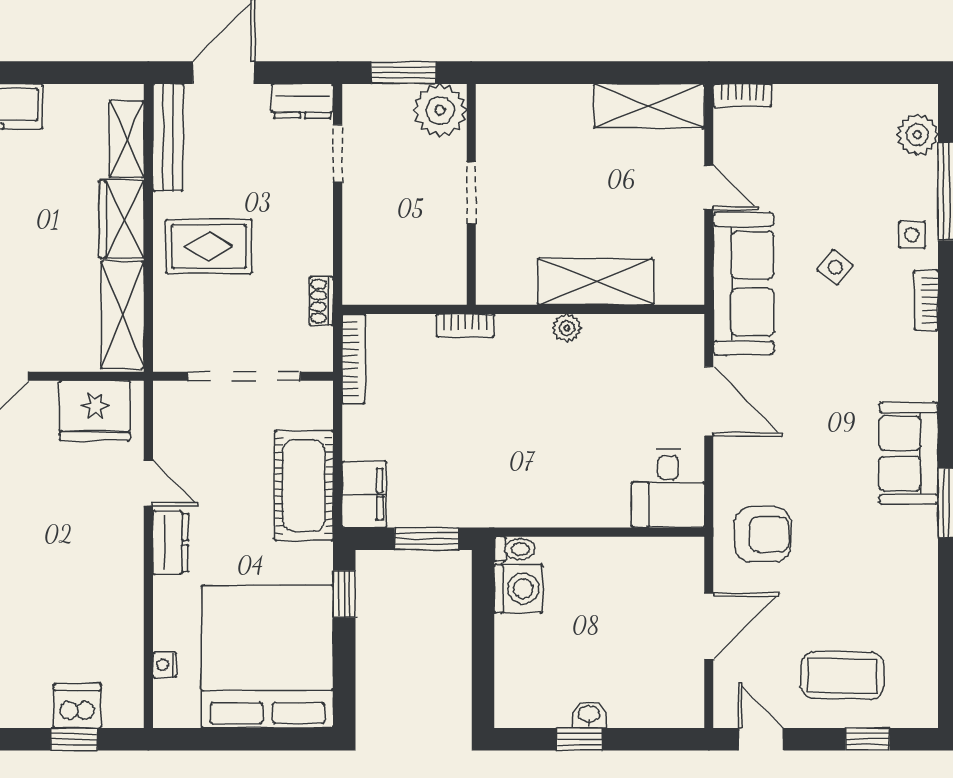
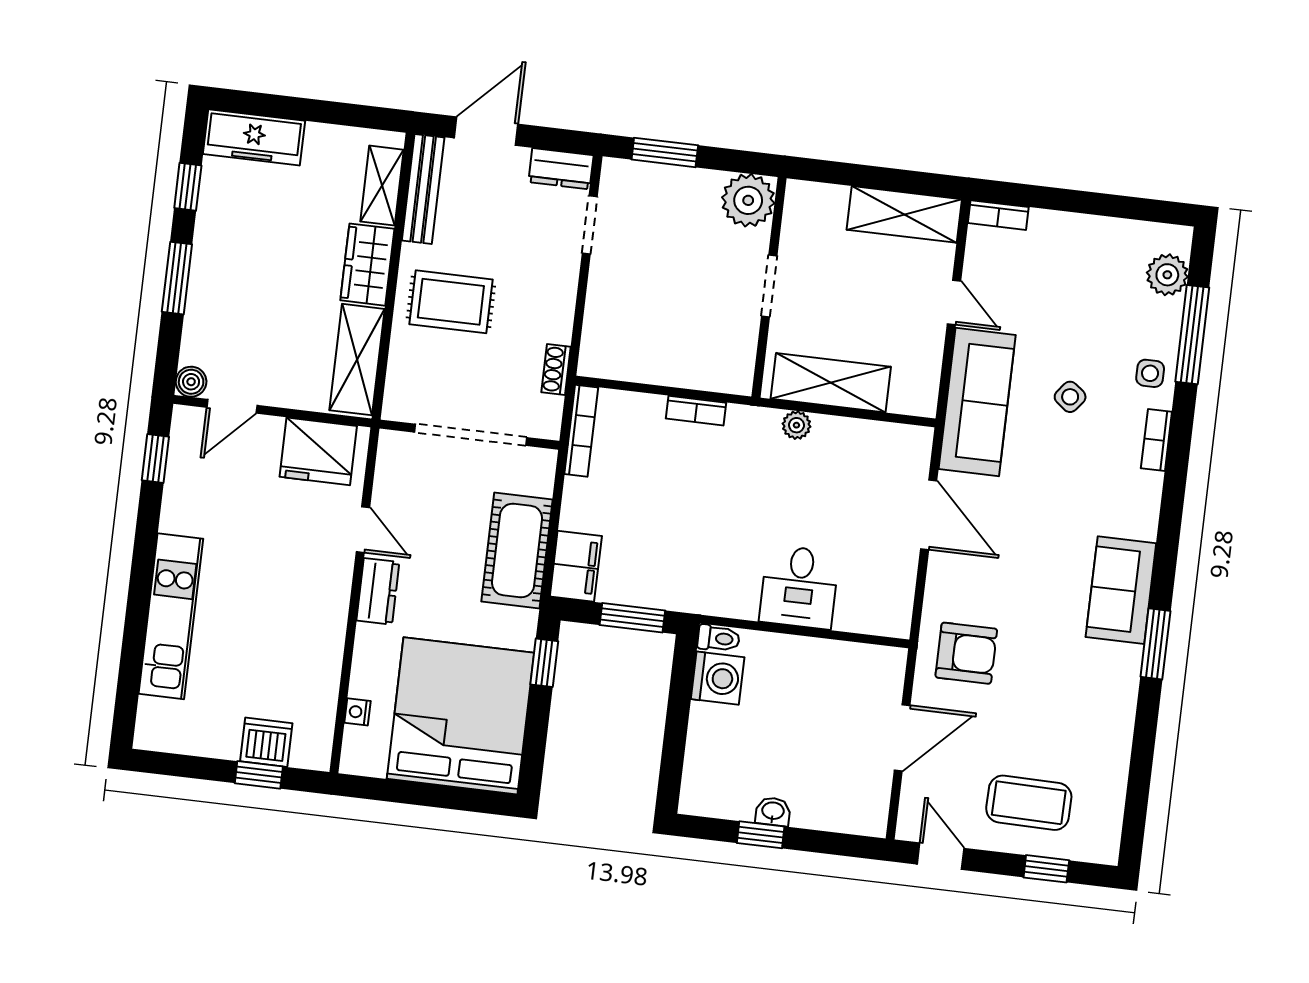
plant: (440, 110) -> (748, 200), moved
doorway: (471, 193) -> (769, 286), moved
wall: (471, 194) -> (769, 287), moved
desk: (668, 489) -> (799, 587), moved

